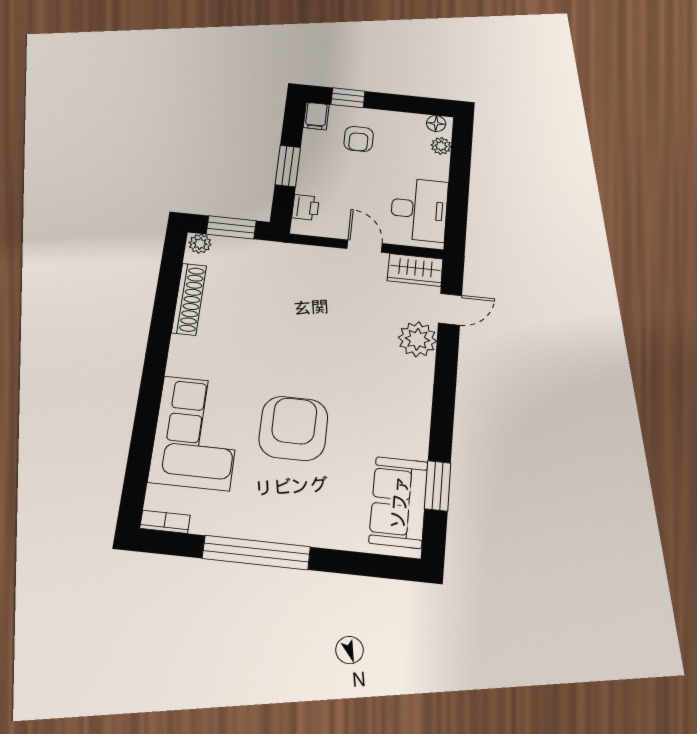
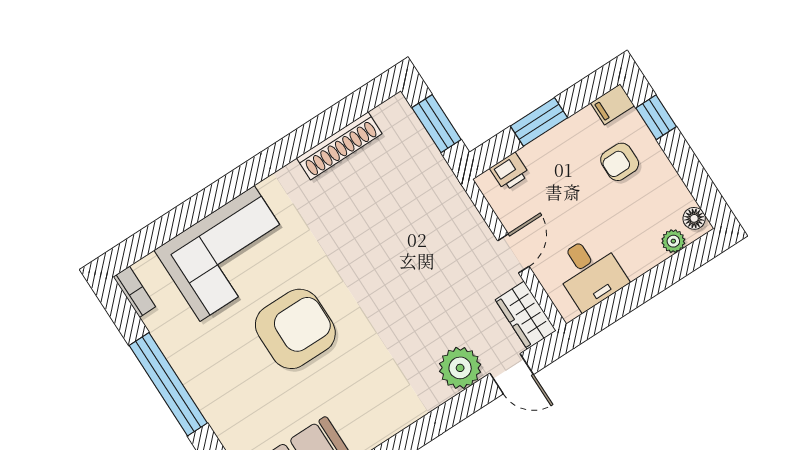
desk: (419, 209) -> (590, 272), width x0.73
plant: (200, 244) -> (399, 110), removed

